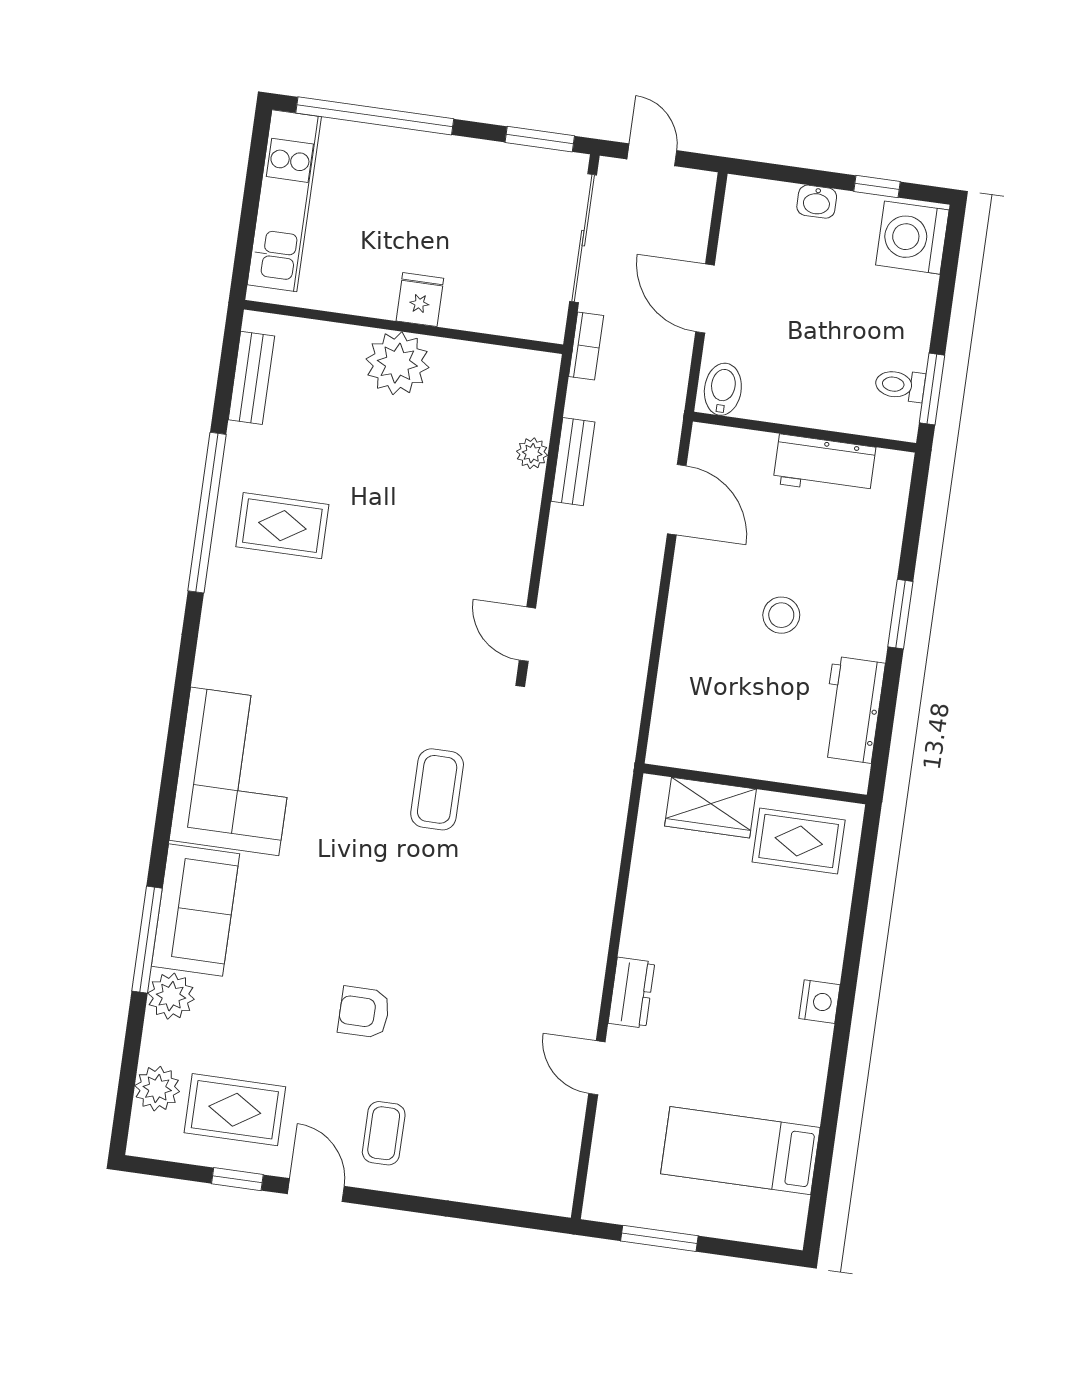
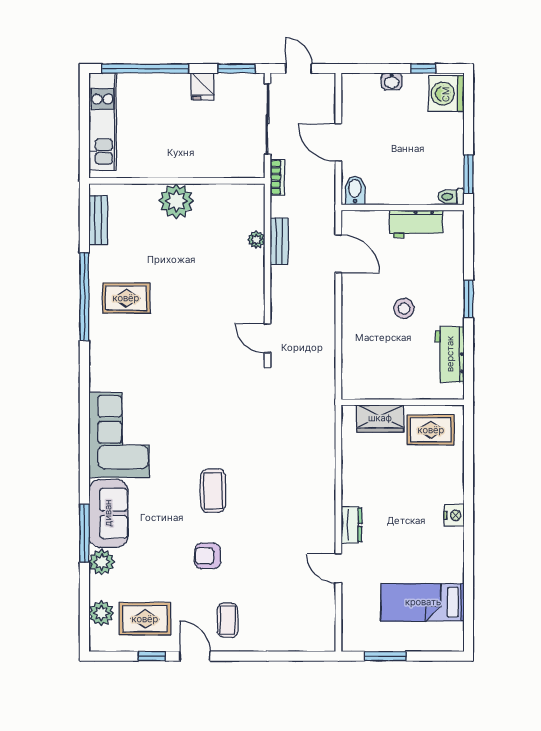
fridge: (420, 300) -> (203, 86), moved, turned 180
toilet: (900, 385) -> (451, 197), moved
coffee table: (437, 789) -> (213, 491), moved

